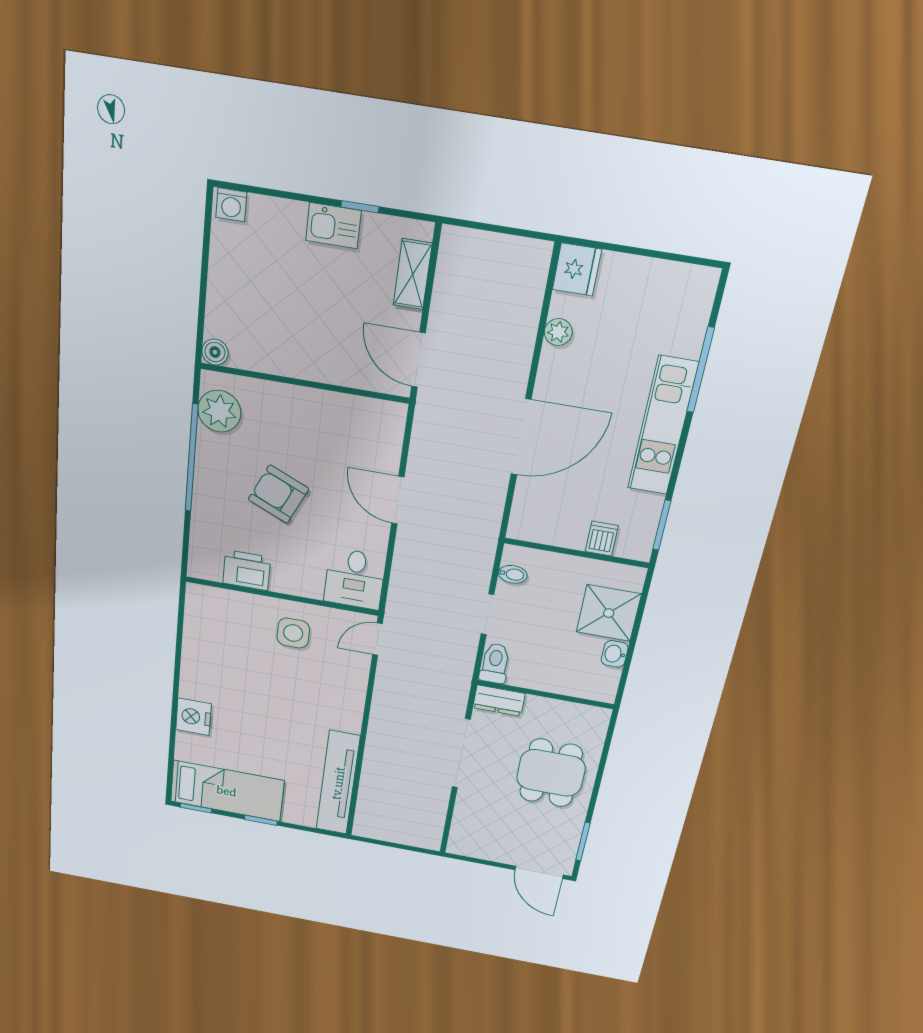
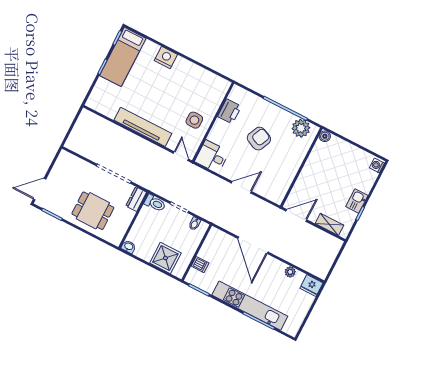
kitchen unit: (663, 426) -> (250, 306), width x1.36
washbasin: (615, 654) -> (129, 247), moved
tv unit: (338, 783) -> (143, 127), moved

